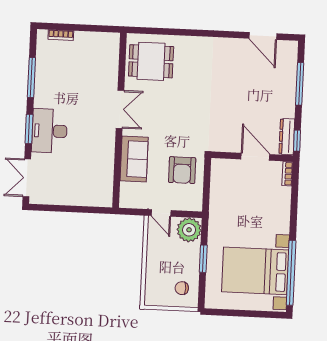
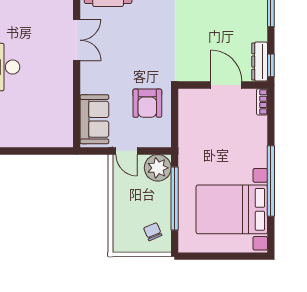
sofa: (134, 159) -> (94, 119), moved
window: (203, 259) -> (175, 199), width x2.11
window: (291, 273) -> (271, 181), moved
chair: (182, 288) -> (153, 232), turned 67

